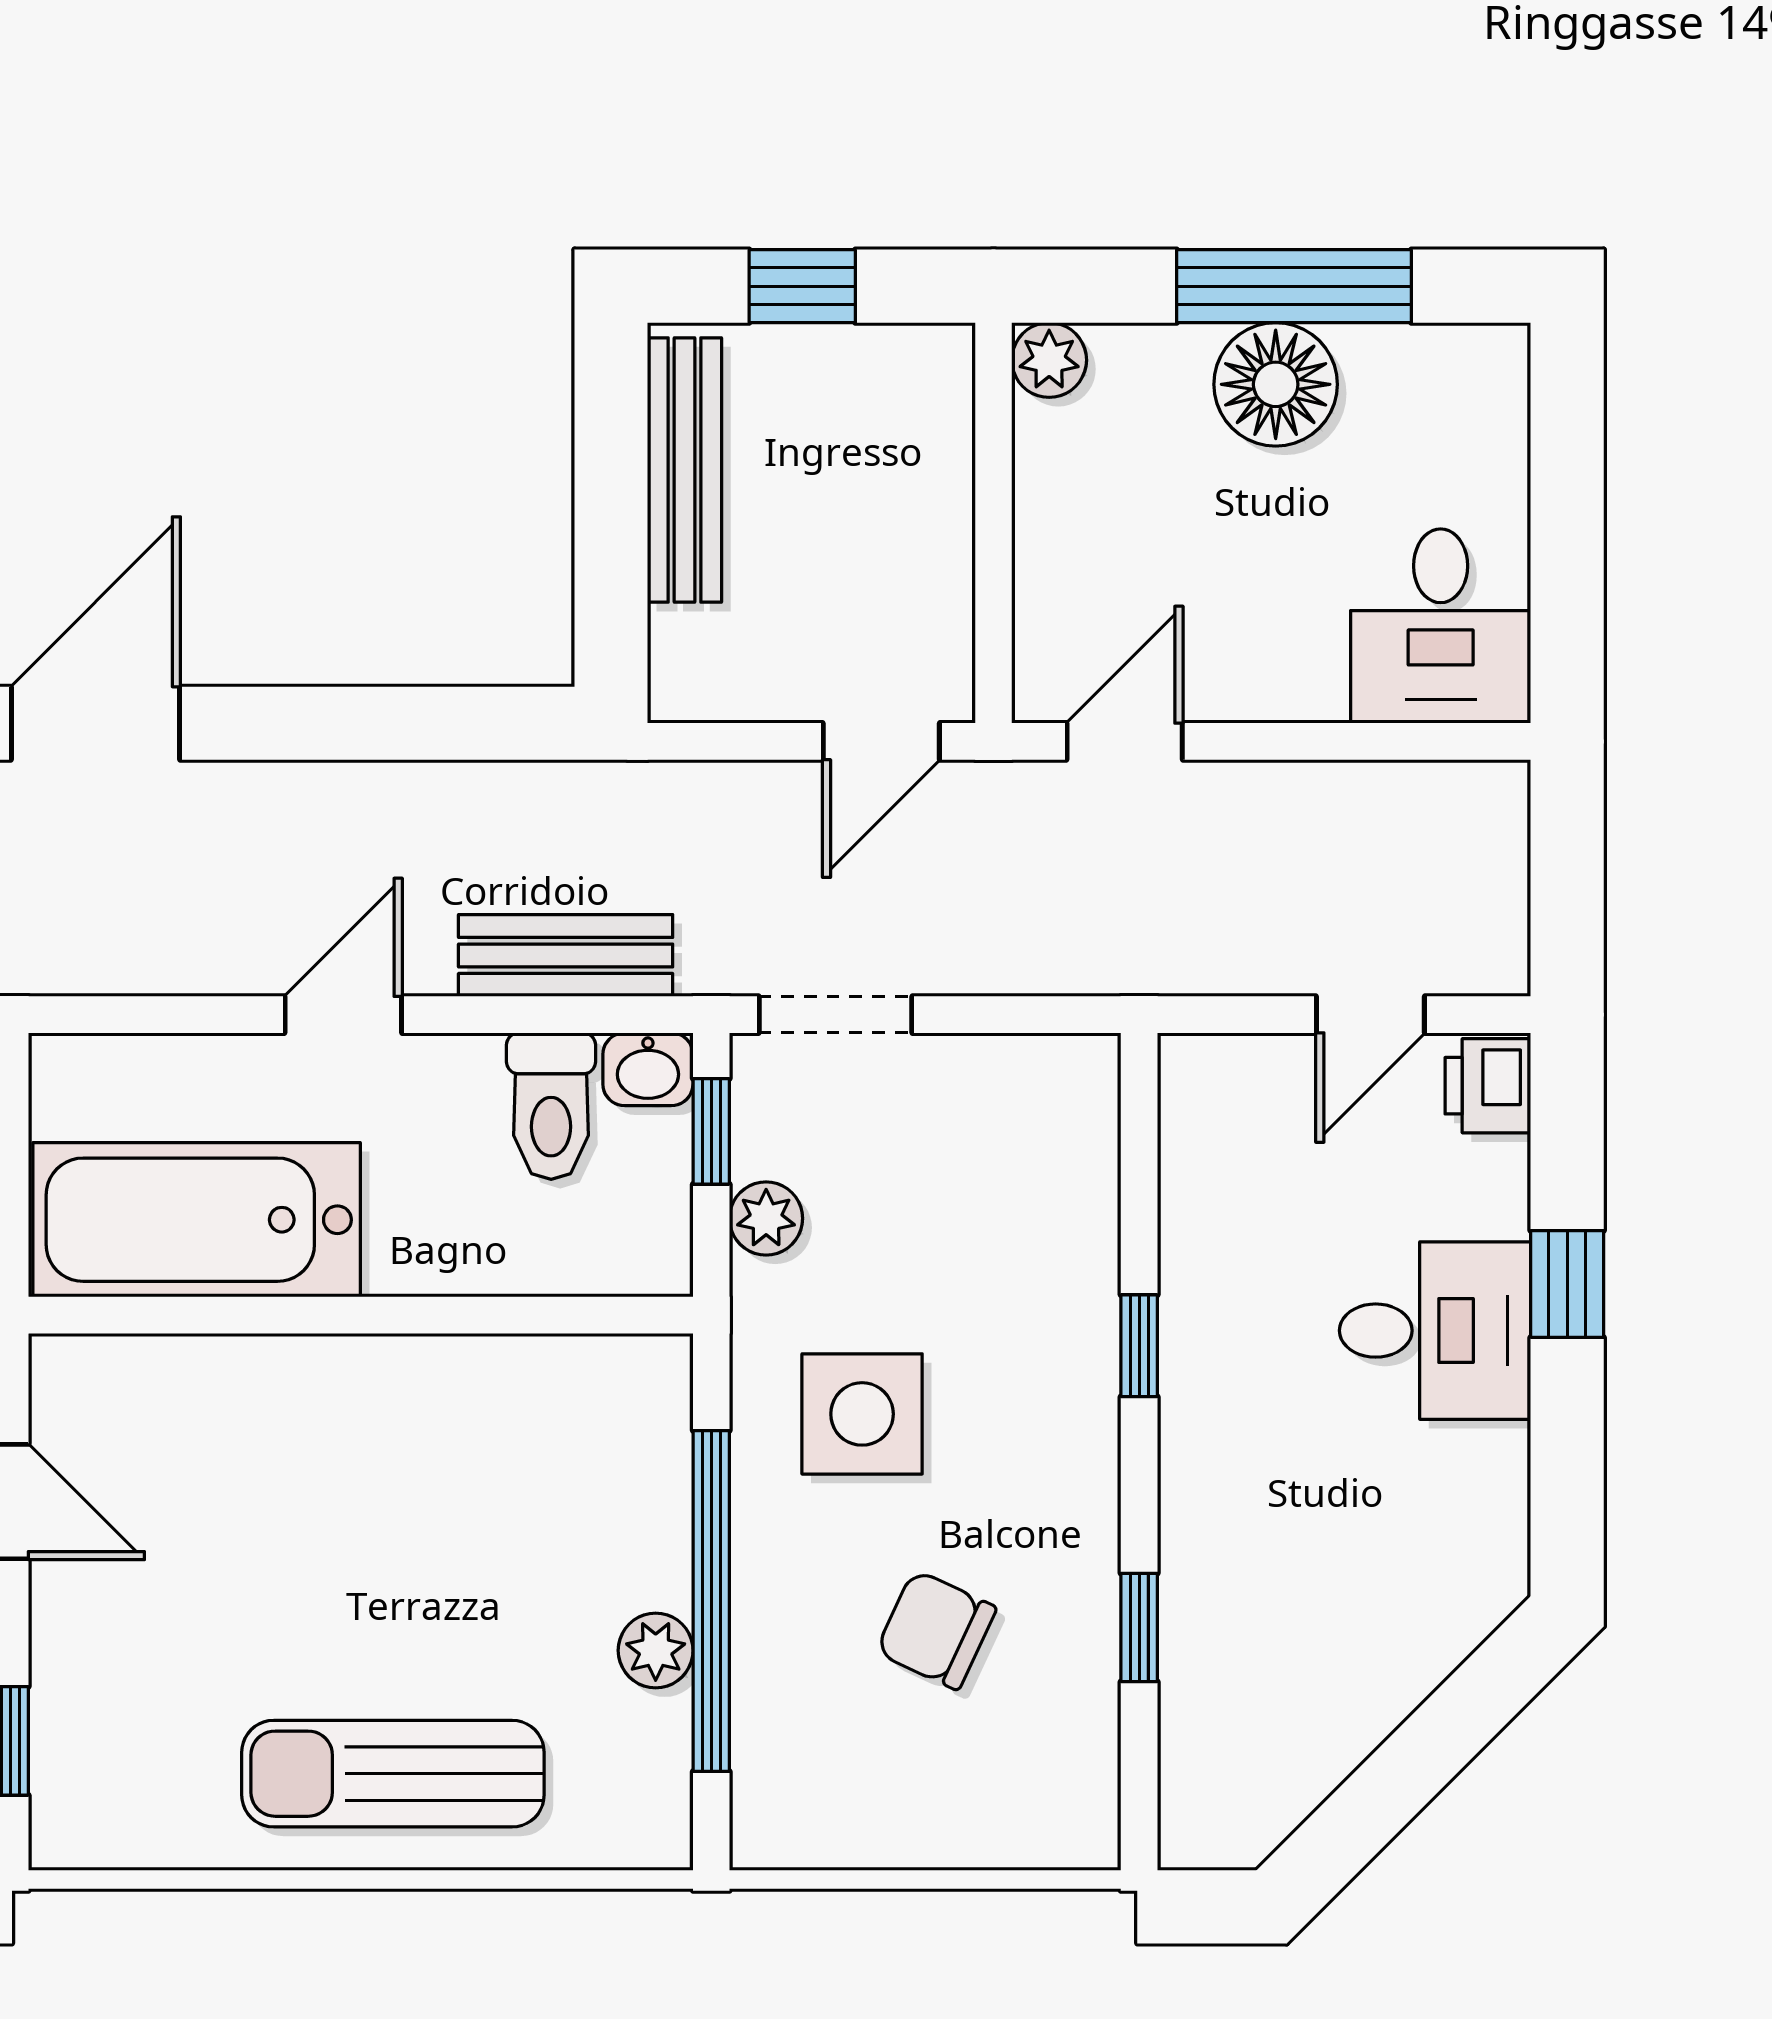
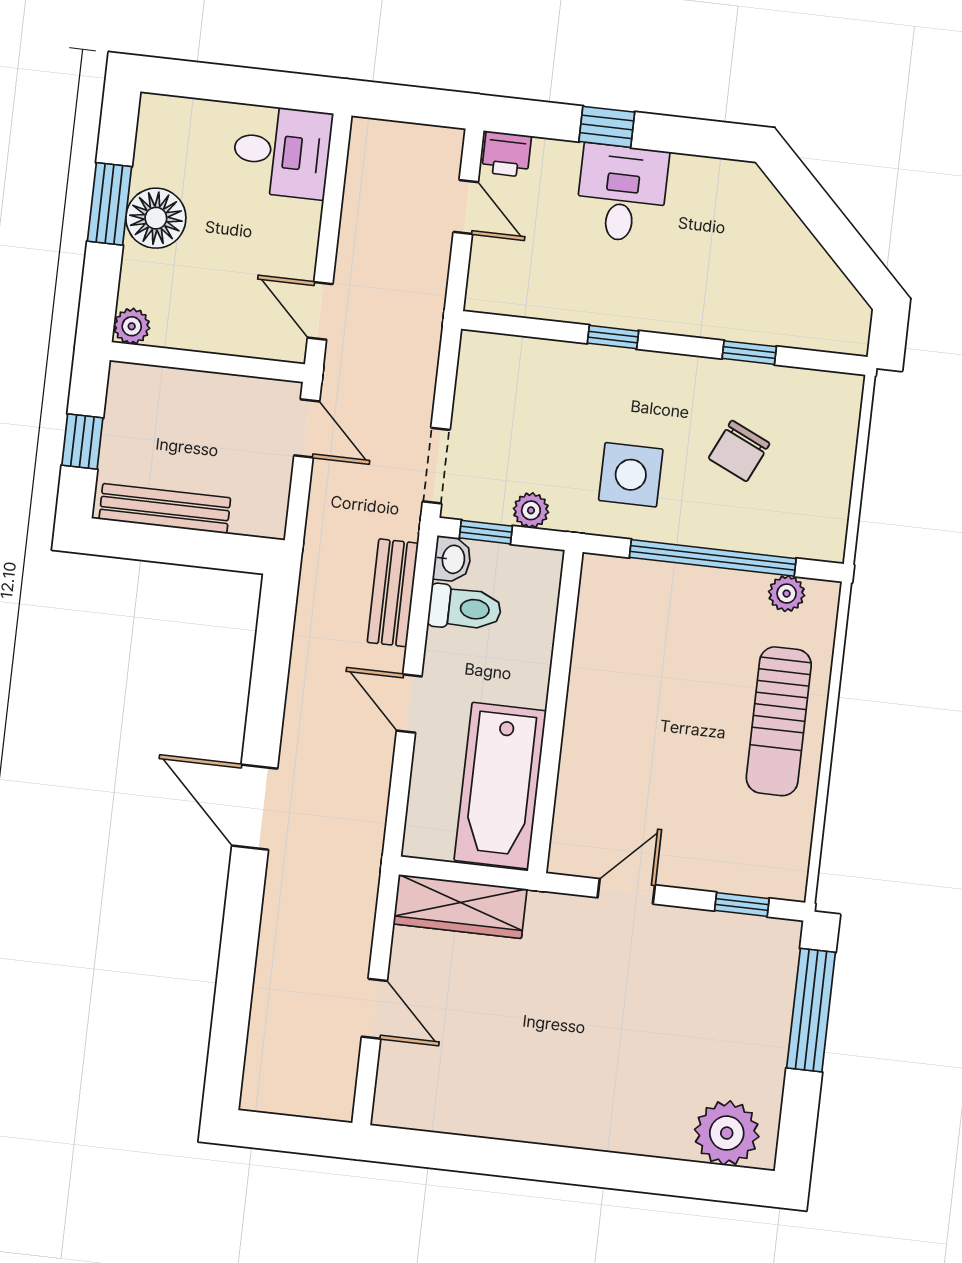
window: (1294, 286) -> (109, 204), width x0.69
plant: (656, 1650) -> (787, 594), moved

